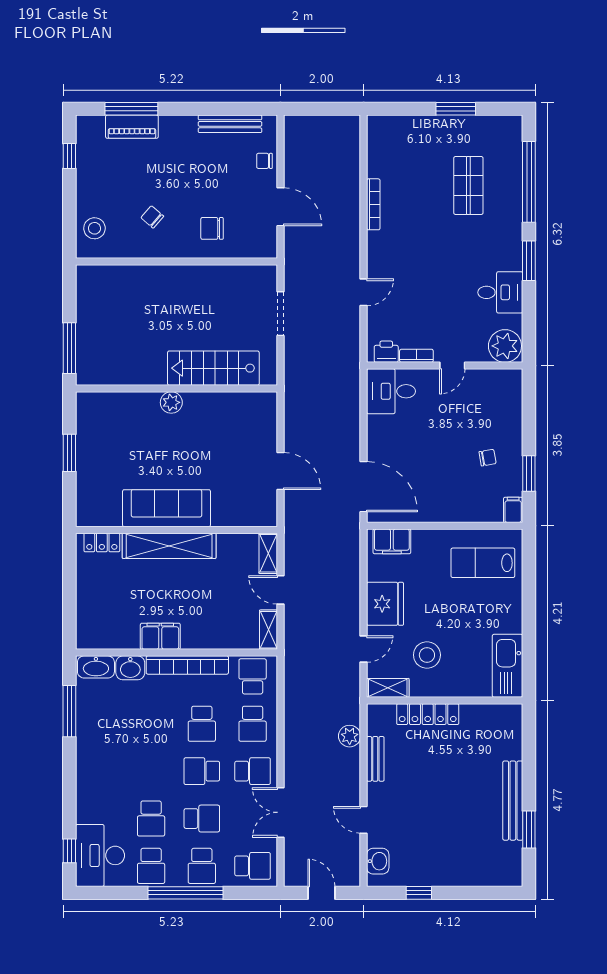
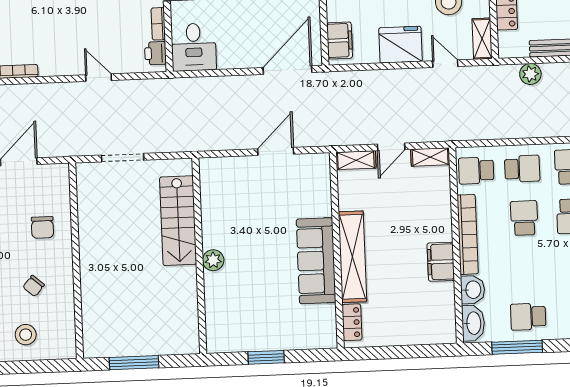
stool: (94, 228) -> (26, 335), moved
window: (69, 348) -> (134, 363), moved
school desk: (100, 724) -> (528, 317), added
school desk: (202, 724) -> (524, 218), turned -90

